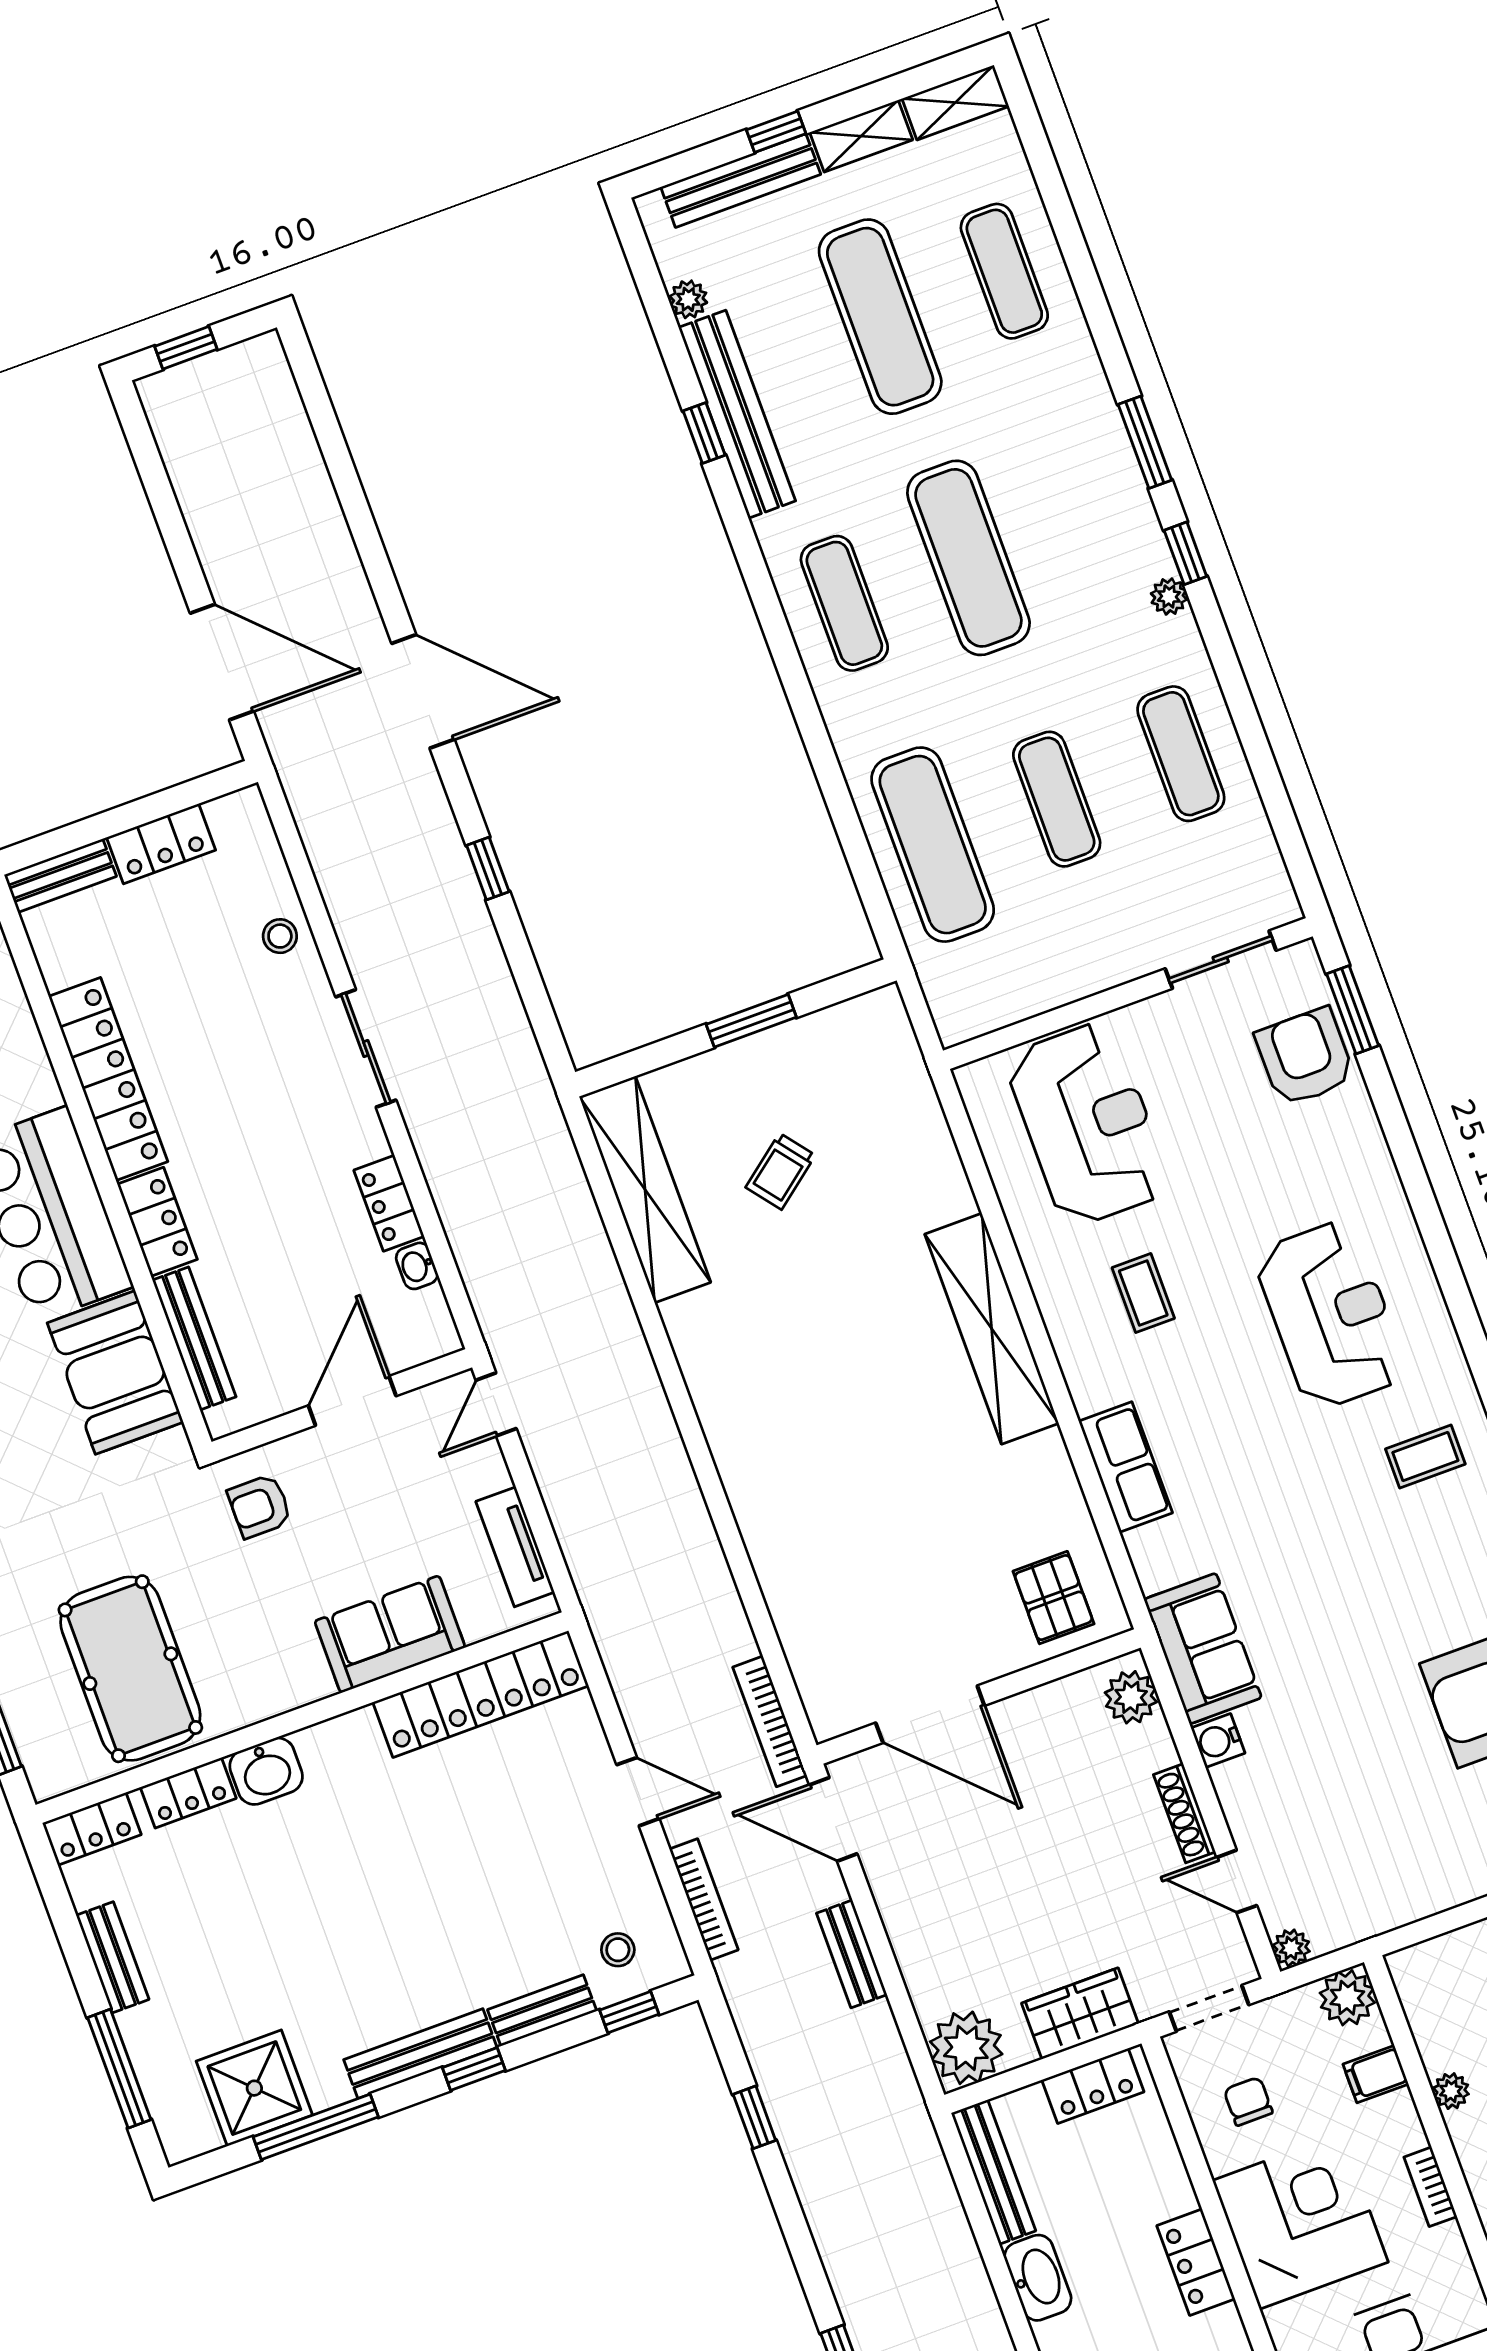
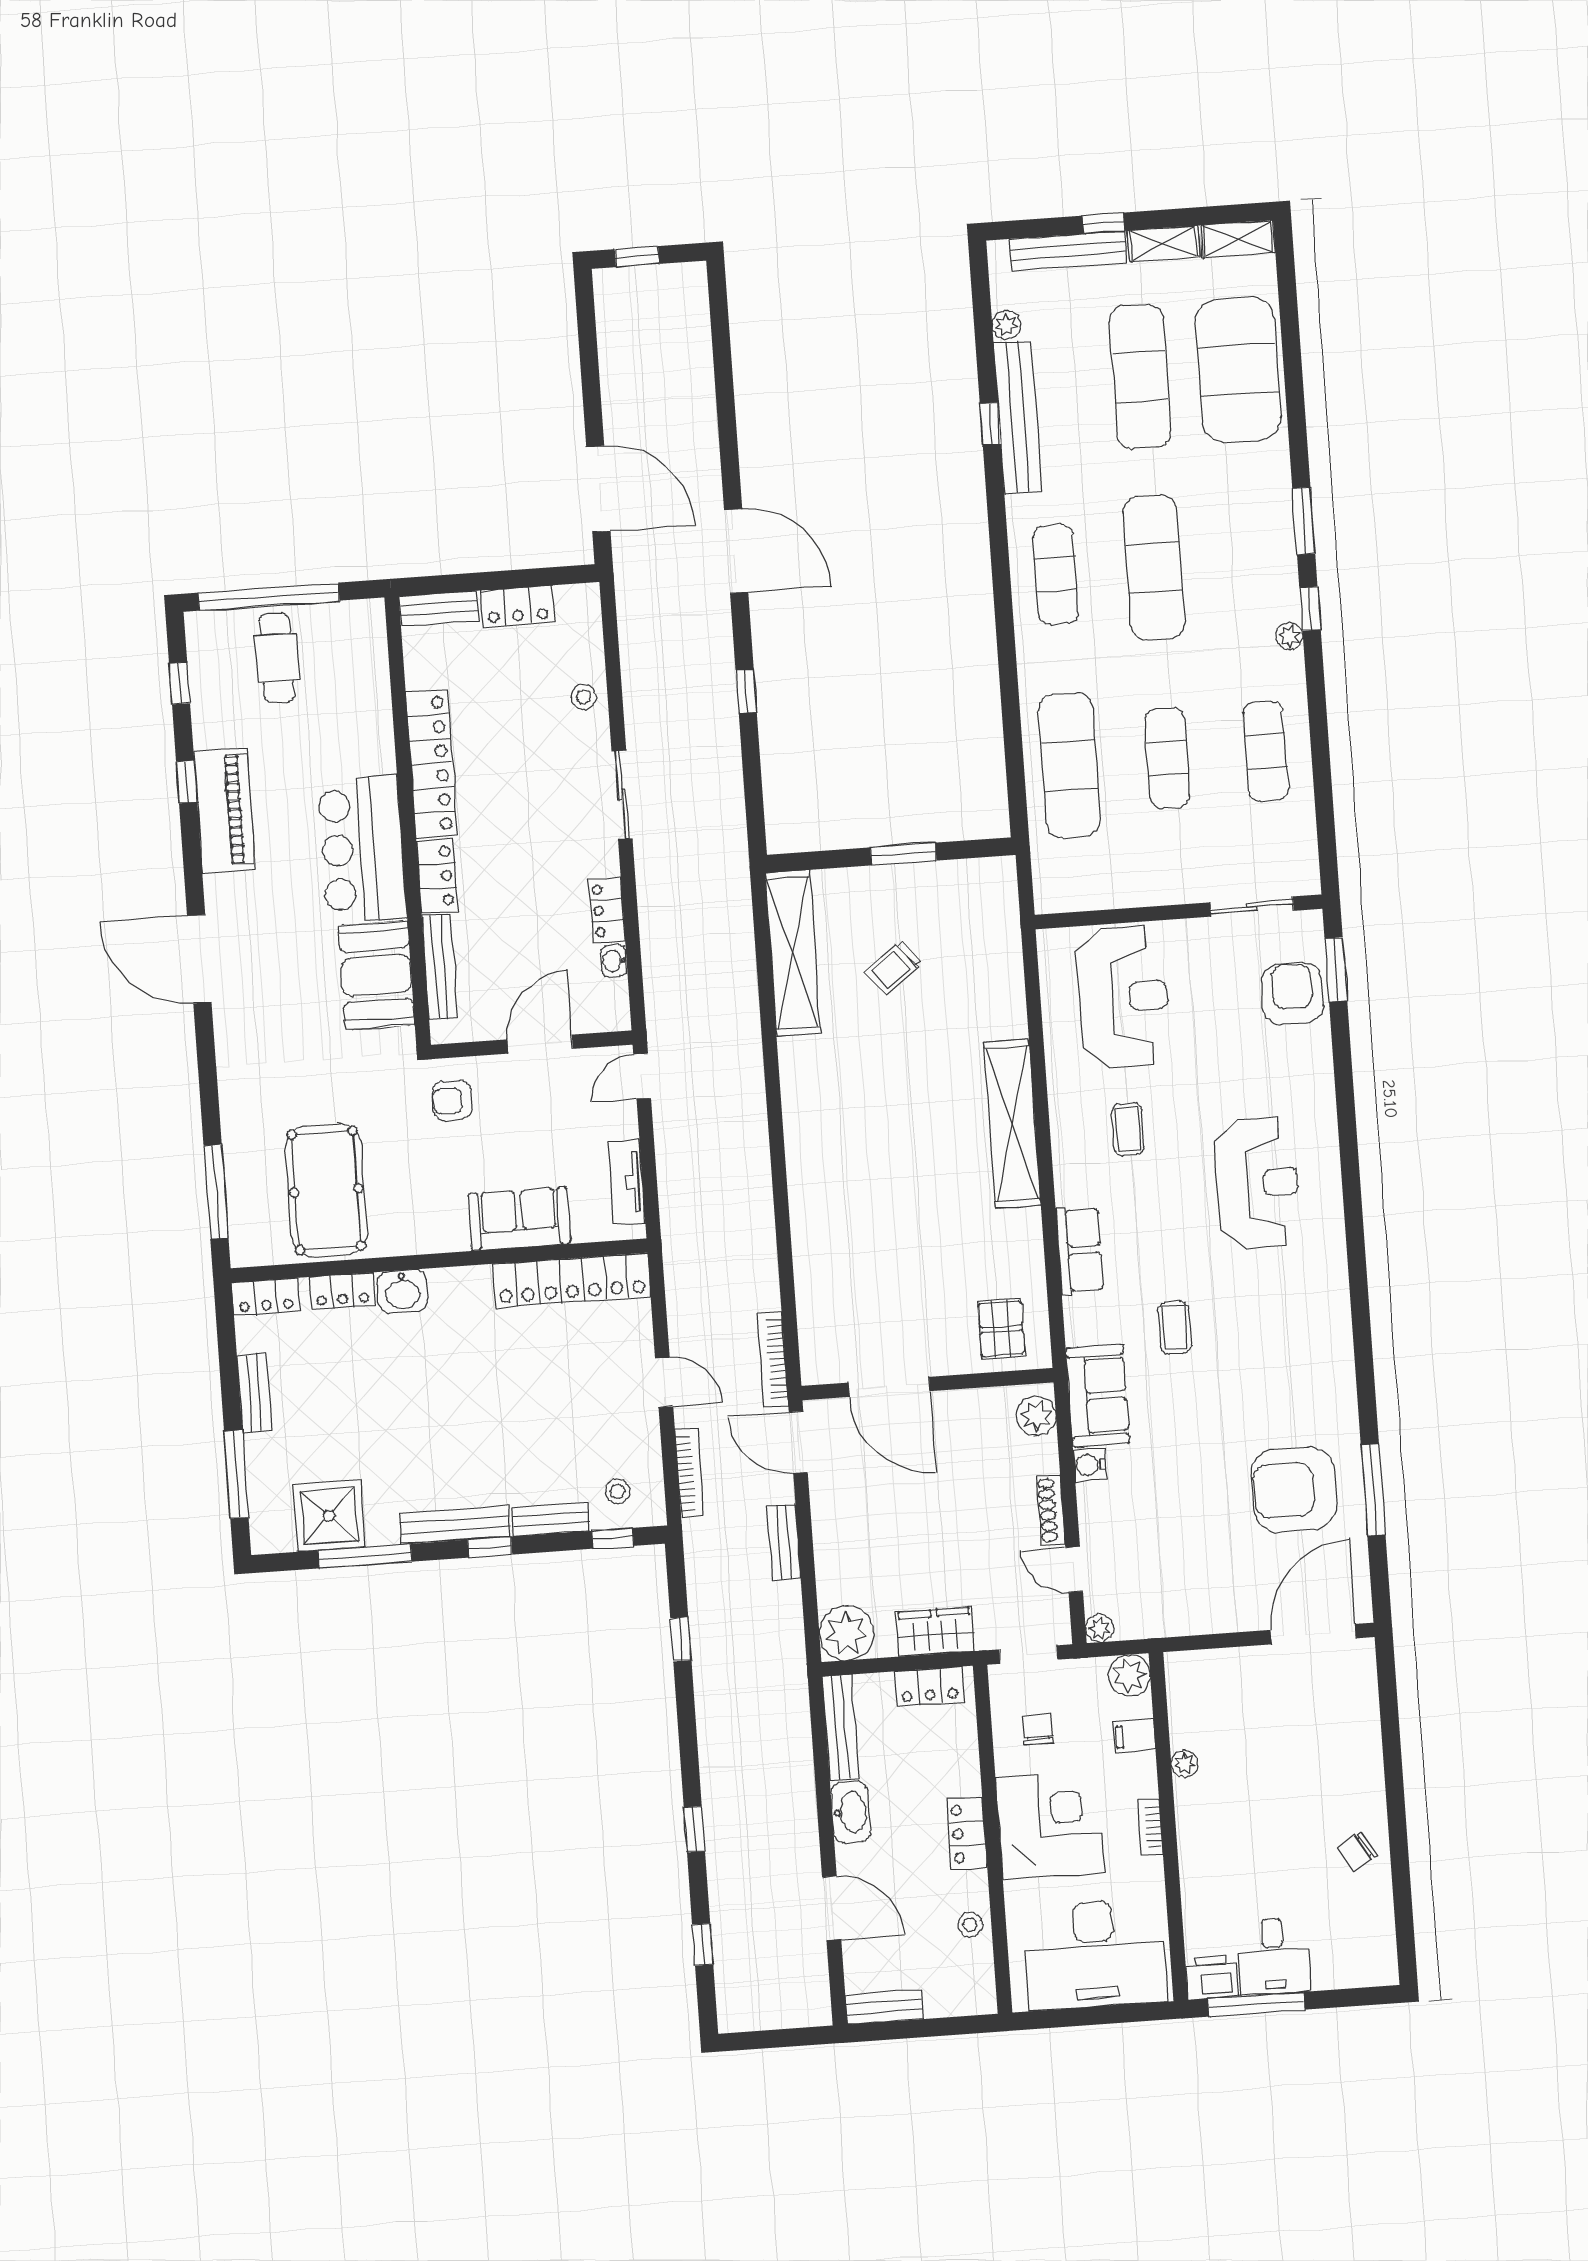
exercise mat: (1004, 271) -> (1238, 370), width x2.00, depth x1.45
coffee table: (1425, 1456) -> (1175, 1328), moved, turned 90

